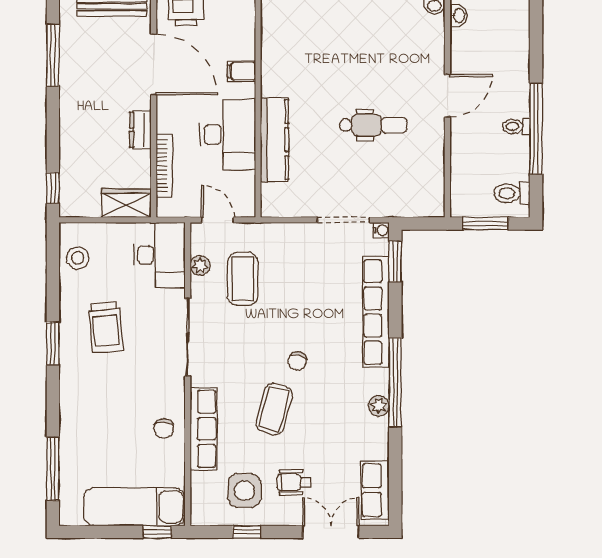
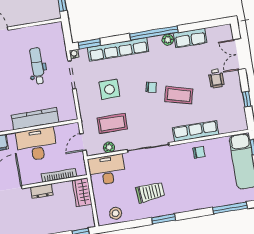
dental chair: (373, 125) -> (37, 66), moved
row of seats: (375, 490) -> (190, 38), moved
side table: (244, 491) -> (110, 89), moved

